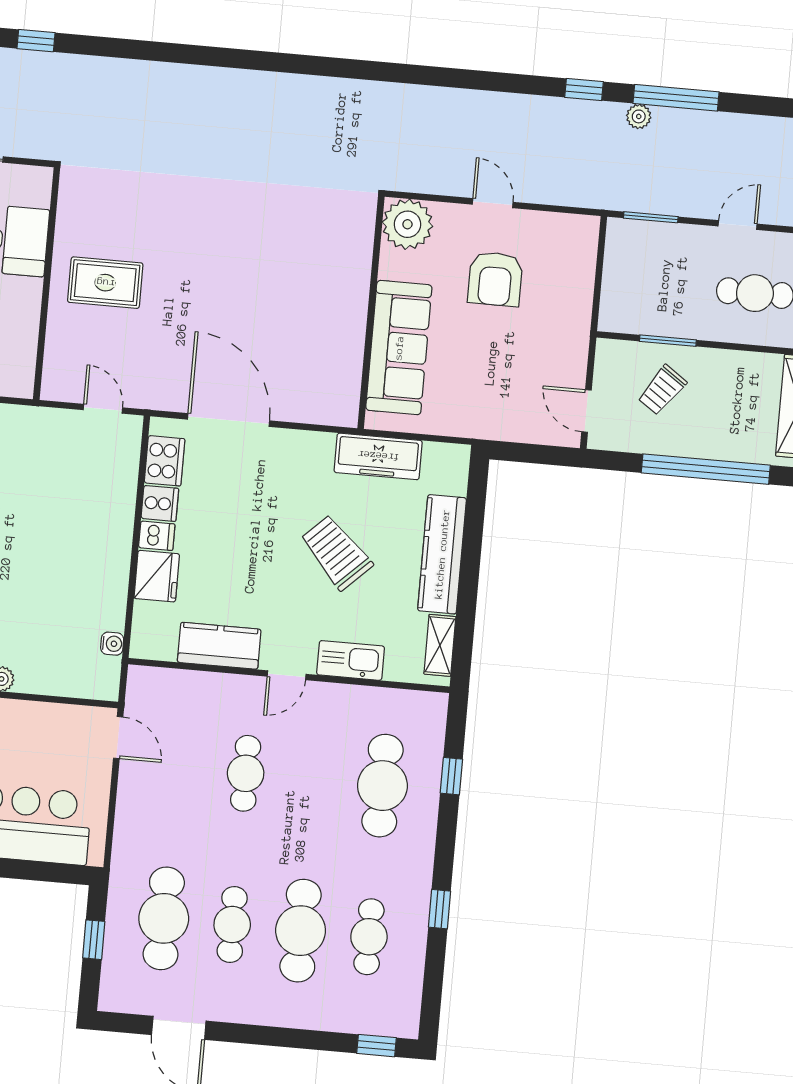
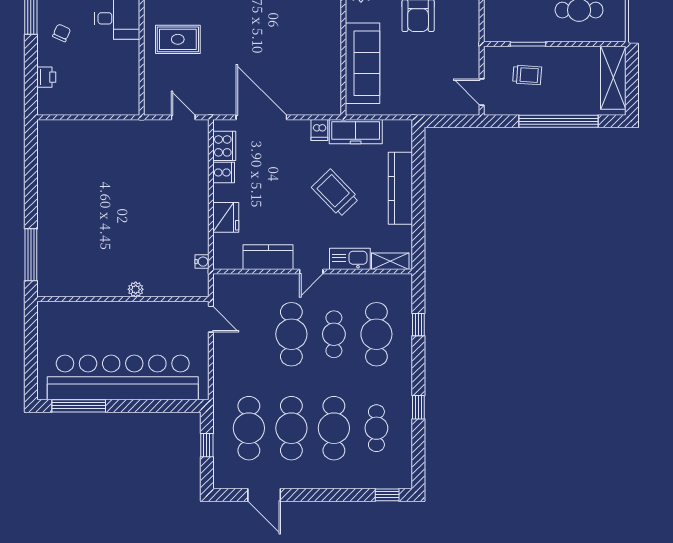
trolley: (662, 390) -> (527, 75), turned -121
dishwasher: (157, 536) -> (319, 130), moved, turned 90
shelving: (440, 645) -> (390, 261), moved, turned 90
cafe table: (246, 773) -> (291, 334), width x1.37, depth x1.35
cafe table: (314, 779) -> (334, 334), added
cafe table: (232, 924) -> (291, 428), width x1.37, depth x1.35

